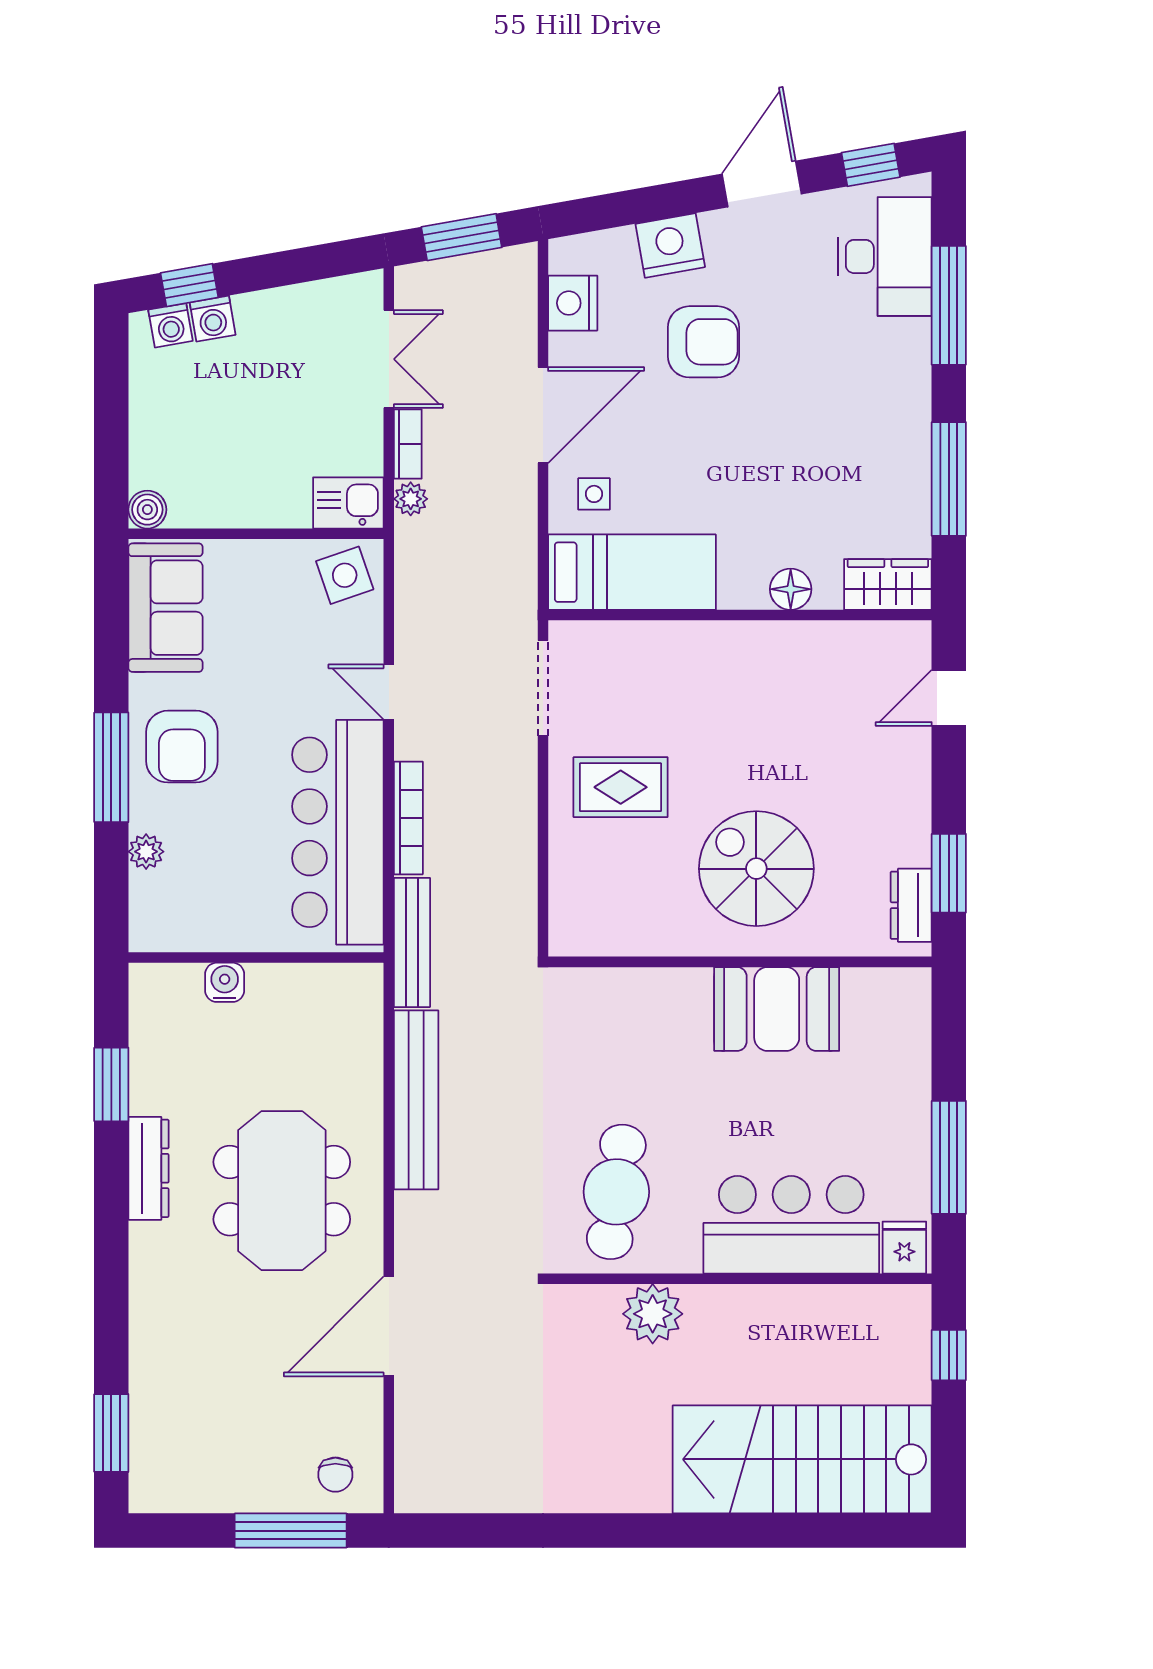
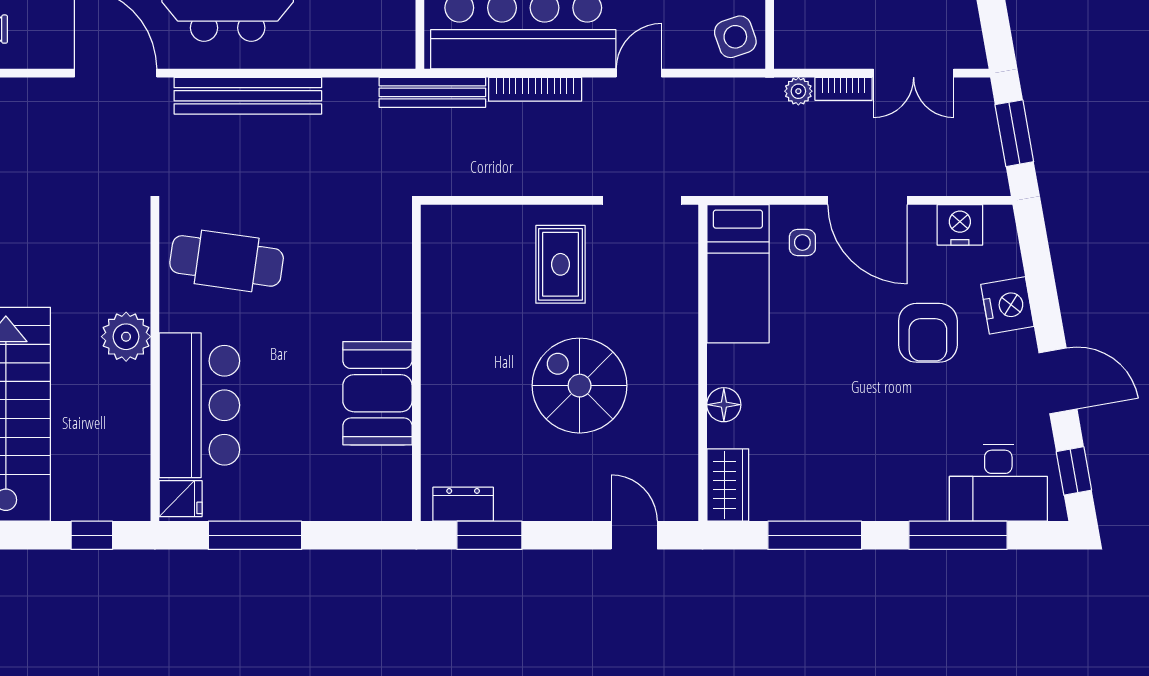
kitchen sink: (348, 503) -> (795, 40), removed
spiral stairs: (756, 869) -> (580, 386), moved, turned -90
bench: (416, 1100) -> (248, 96), moved
plant: (653, 1314) -> (126, 337), moved

